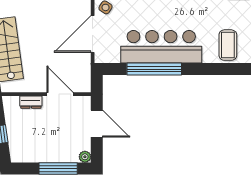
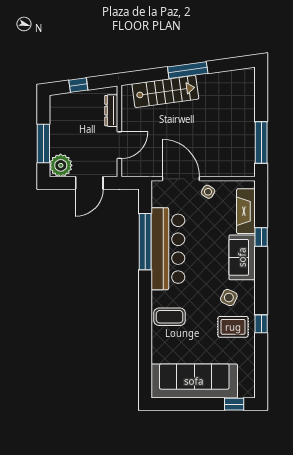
dresser: (31, 102) -> (111, 111), width x1.44
plant: (85, 157) -> (61, 165), width x1.87, depth x1.87

